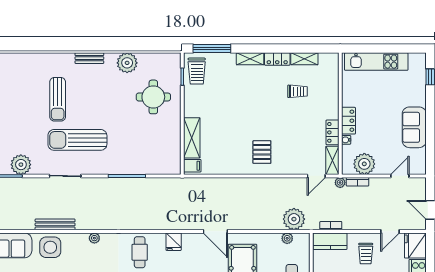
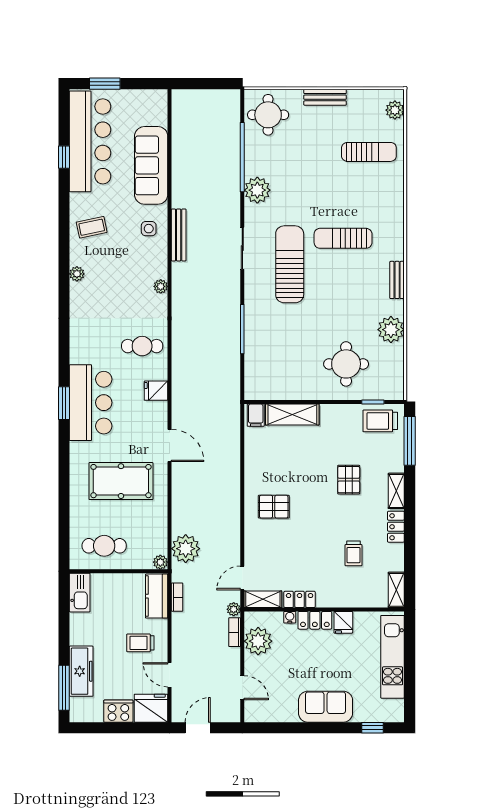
shelving: (304, 59) -> (396, 590), moved
pallet: (241, 95) -> (349, 480), added
fridge: (350, 99) -> (343, 622), added
sofa: (414, 127) -> (326, 707), moved
door: (316, 176) -> (242, 578), hinge flipped
door: (215, 231) -> (170, 445), swing flipped
plant: (287, 238) -> (160, 562), moved
side table: (50, 247) -> (149, 229), width x0.54, depth x0.54

